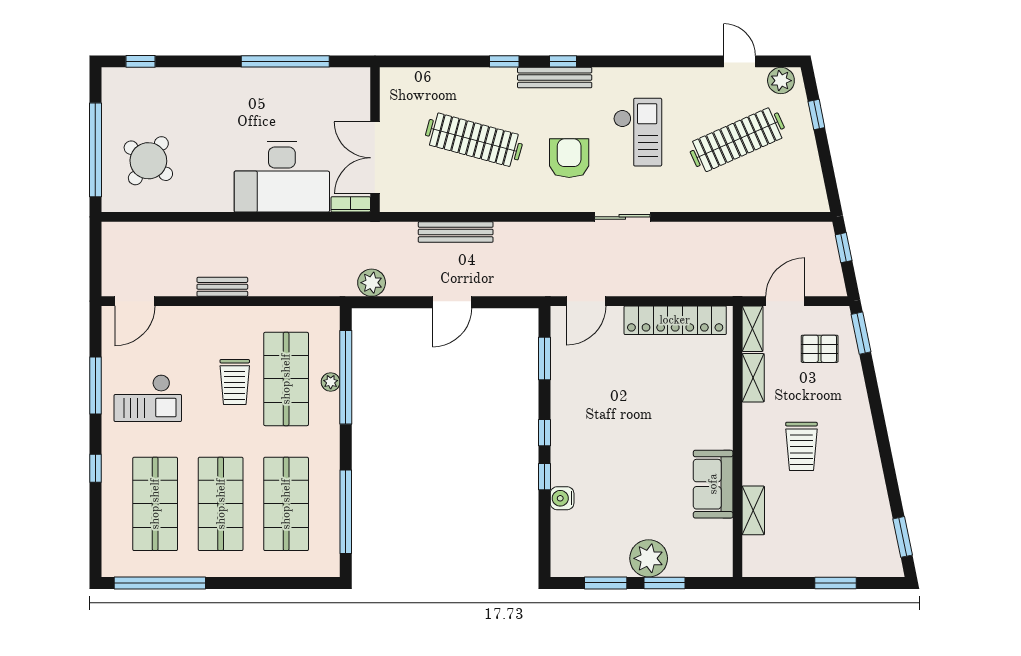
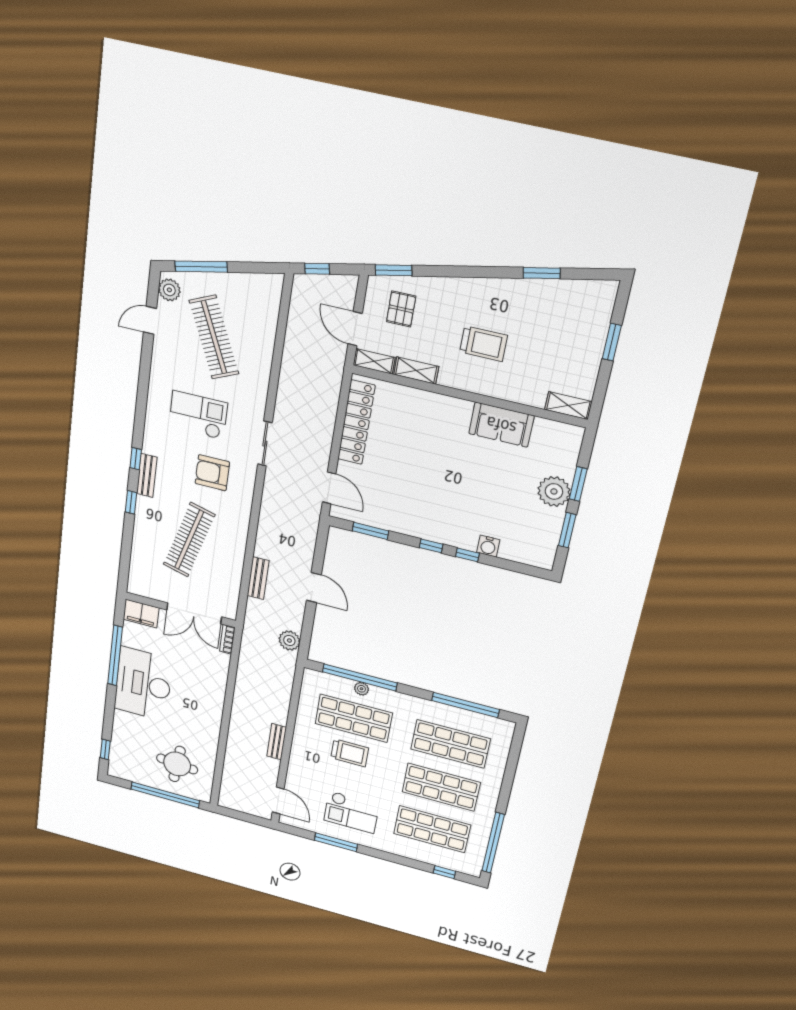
bench: (555, 78) -> (147, 475), width x0.73
filing cabinet: (355, 90) -> (141, 614), added
window: (816, 115) -> (201, 267), width x2.17
round table: (148, 161) -> (177, 764), turned -32
desk: (282, 177) -> (143, 684), moved, turned 180
bench: (456, 232) -> (258, 578), width x0.73
checkout: (148, 398) -> (351, 812), turned 90
window: (95, 468) -> (444, 872), moved
shelving: (753, 510) -> (568, 406), moved
window: (903, 537) -> (542, 273), moved

